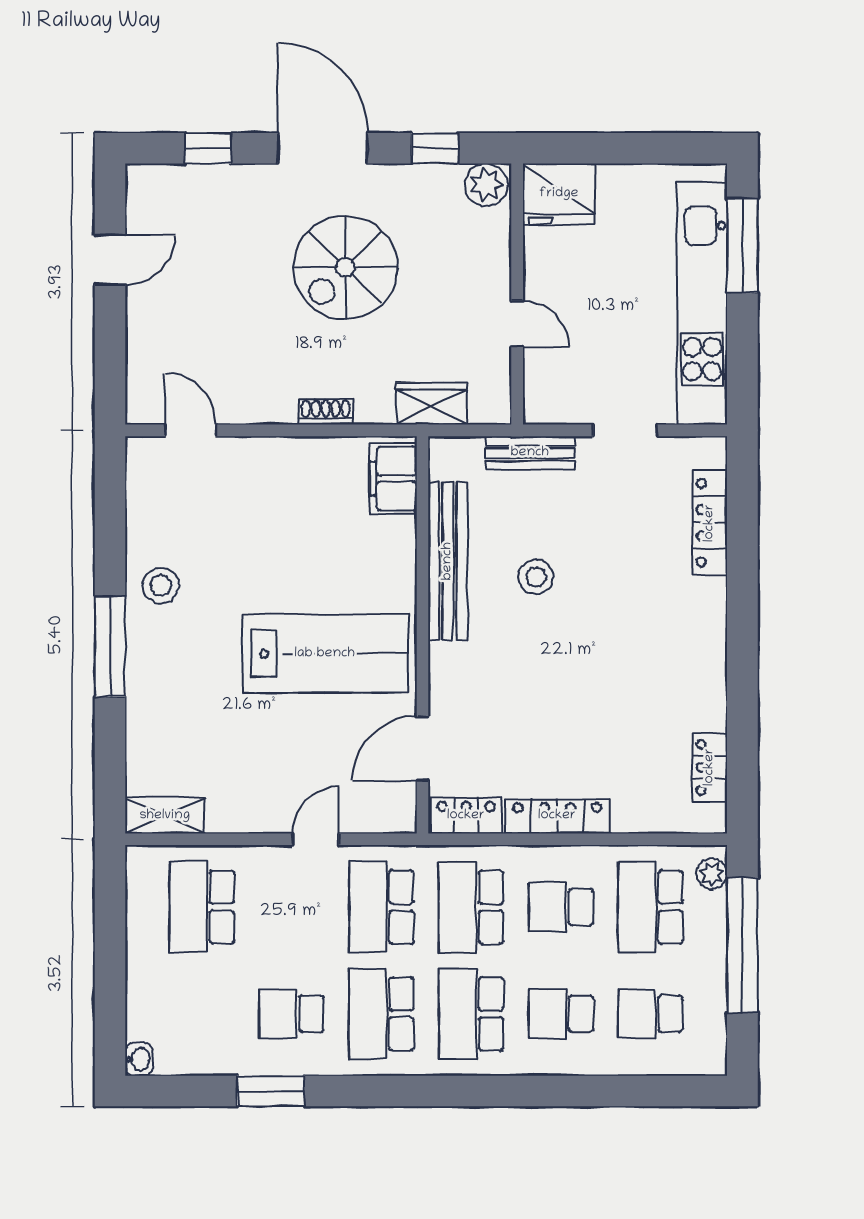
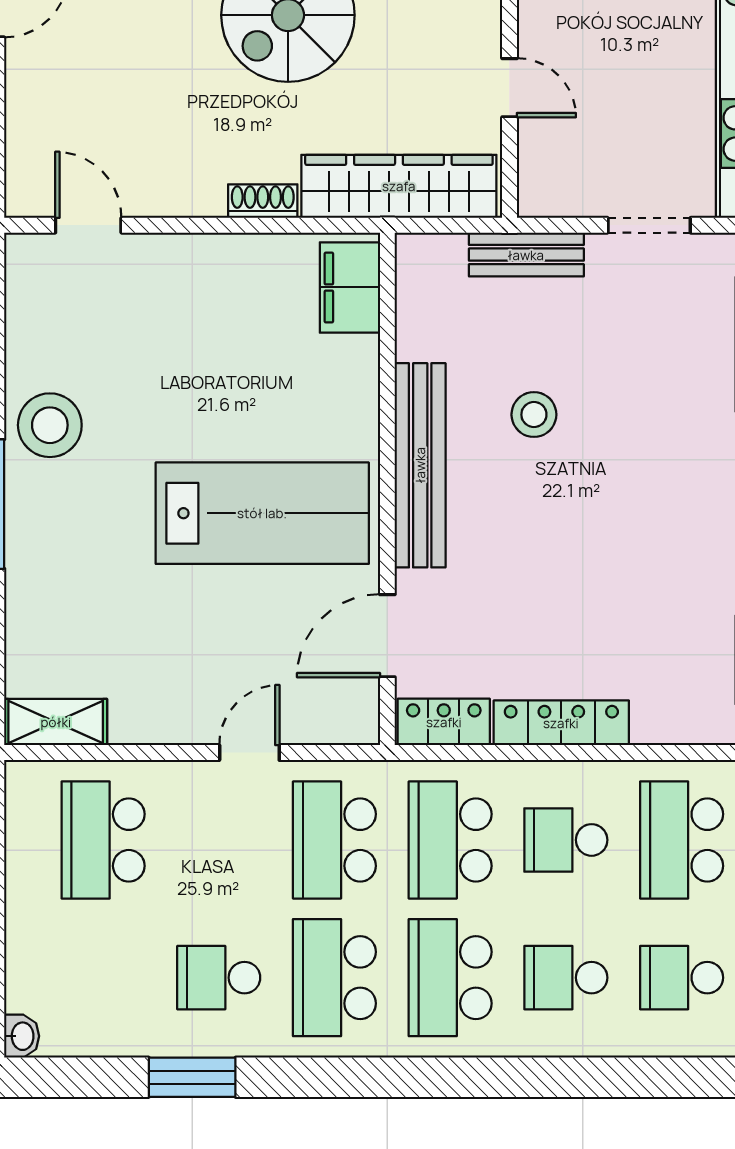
wardrobe: (431, 404) -> (399, 186), width x2.10, depth x1.17
bench: (448, 561) -> (420, 465), moved
stool: (161, 585) -> (50, 425), width x1.38, depth x1.38

